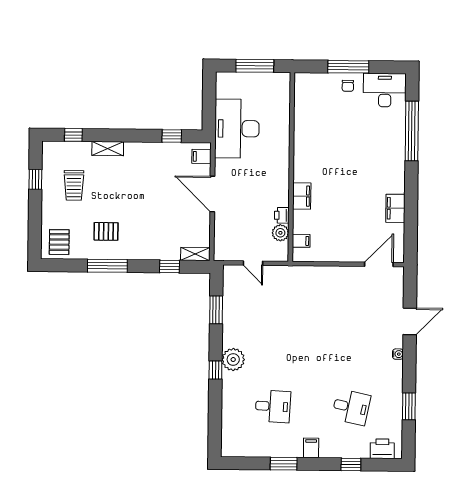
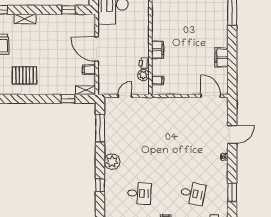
filing cabinet: (201, 156) -> (89, 70), moved
pallet: (106, 231) -> (24, 75), width x1.50, depth x1.42
door: (253, 263) -> (125, 96), swing flipped
door: (379, 264) -> (211, 96), hinge flipped
window: (107, 266) -> (26, 99), removed
window: (216, 310) -> (100, 128), width x1.44
window: (215, 370) -> (100, 185), moved

